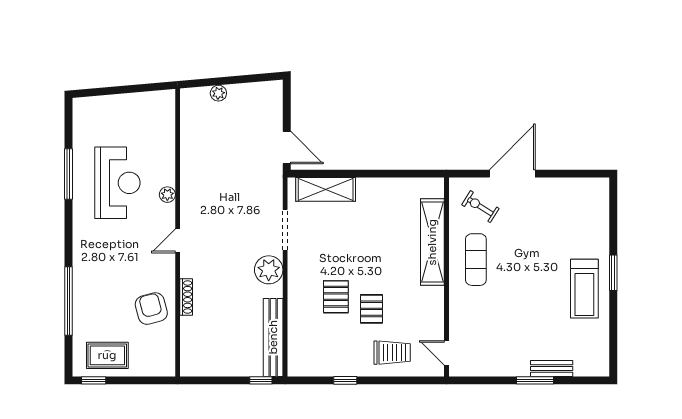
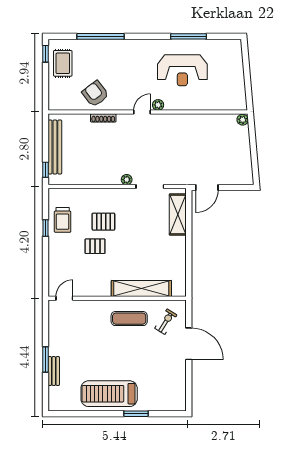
plant: (218, 93) -> (243, 120), moved
plant: (167, 195) -> (158, 105), moved
door: (178, 241) -> (142, 112), hinge flipped
plant: (269, 270) -> (127, 180), width x0.53, depth x0.53
window: (613, 273) -> (136, 414), moved
treadmill: (584, 289) -> (109, 394), width x1.37, depth x1.38
armchair: (151, 309) -> (95, 94), turned -112
bench: (273, 337) -> (55, 147), moved, turned 90
trolley: (392, 353) -> (63, 220), moved

